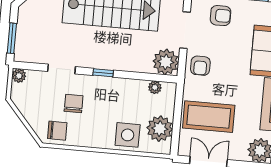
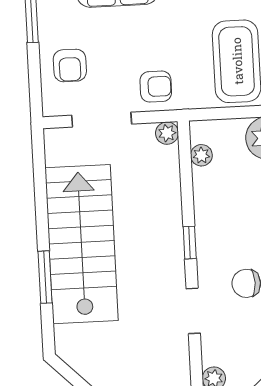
armchair: (221, 16) -> (70, 65), turned 180
plant: (166, 62) -> (167, 133), width x0.53, depth x0.53

